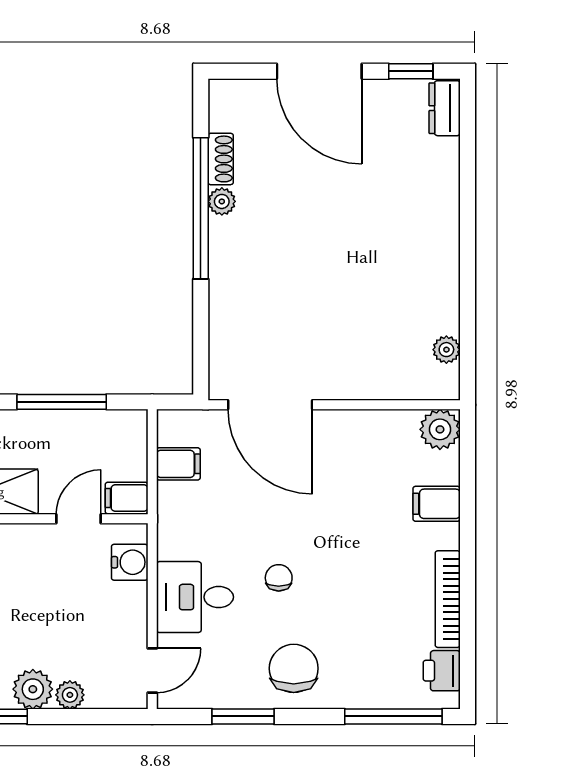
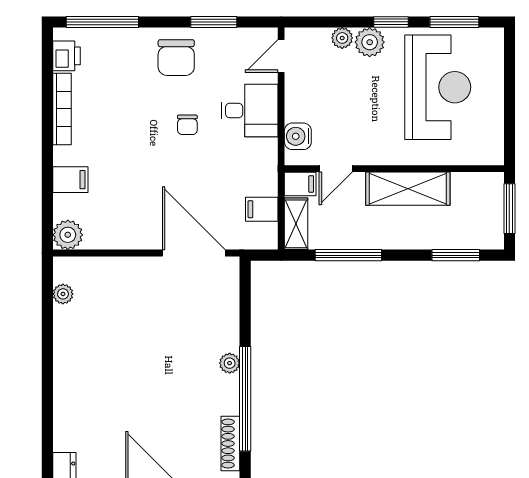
shoe rack: (221, 159) -> (230, 444), width x1.43
plant: (222, 201) -> (230, 363), moved
shelving: (132, 444) -> (296, 224), added

